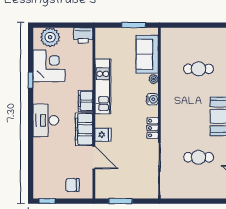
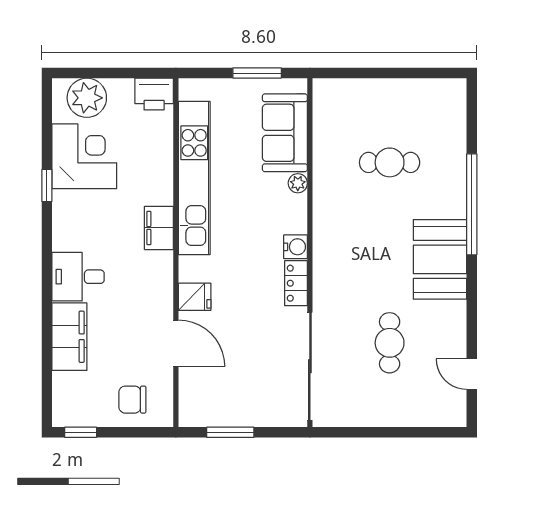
kitchen unit: (103, 87) -> (194, 178), width x1.36
water cooler: (152, 99) -> (296, 247), moved
desk: (46, 120) -> (78, 277), width x0.73
filing cabinet: (84, 129) -> (69, 337), moved, turned 180
cafe table: (199, 157) -> (390, 343), turned 90

